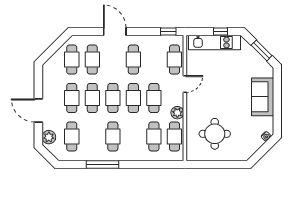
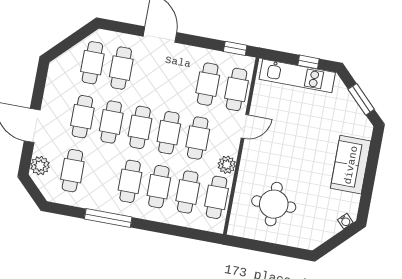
cafe table: (133, 60) -> (208, 84), moved
cafe table: (133, 136) -> (159, 187), added

